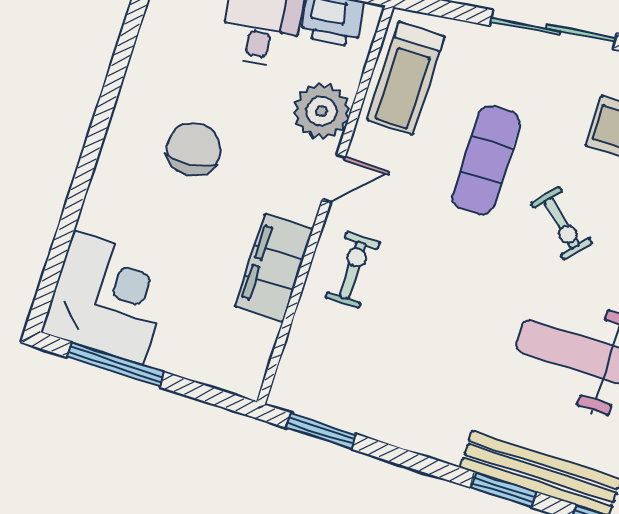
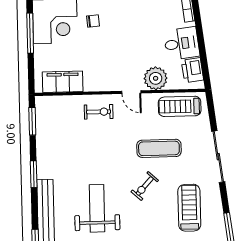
chair: (194, 149) -> (93, 21), moved, width x0.54, depth x0.54
filing cabinet: (274, 268) -> (63, 82), moved
window: (503, 490) -> (34, 174), moved

